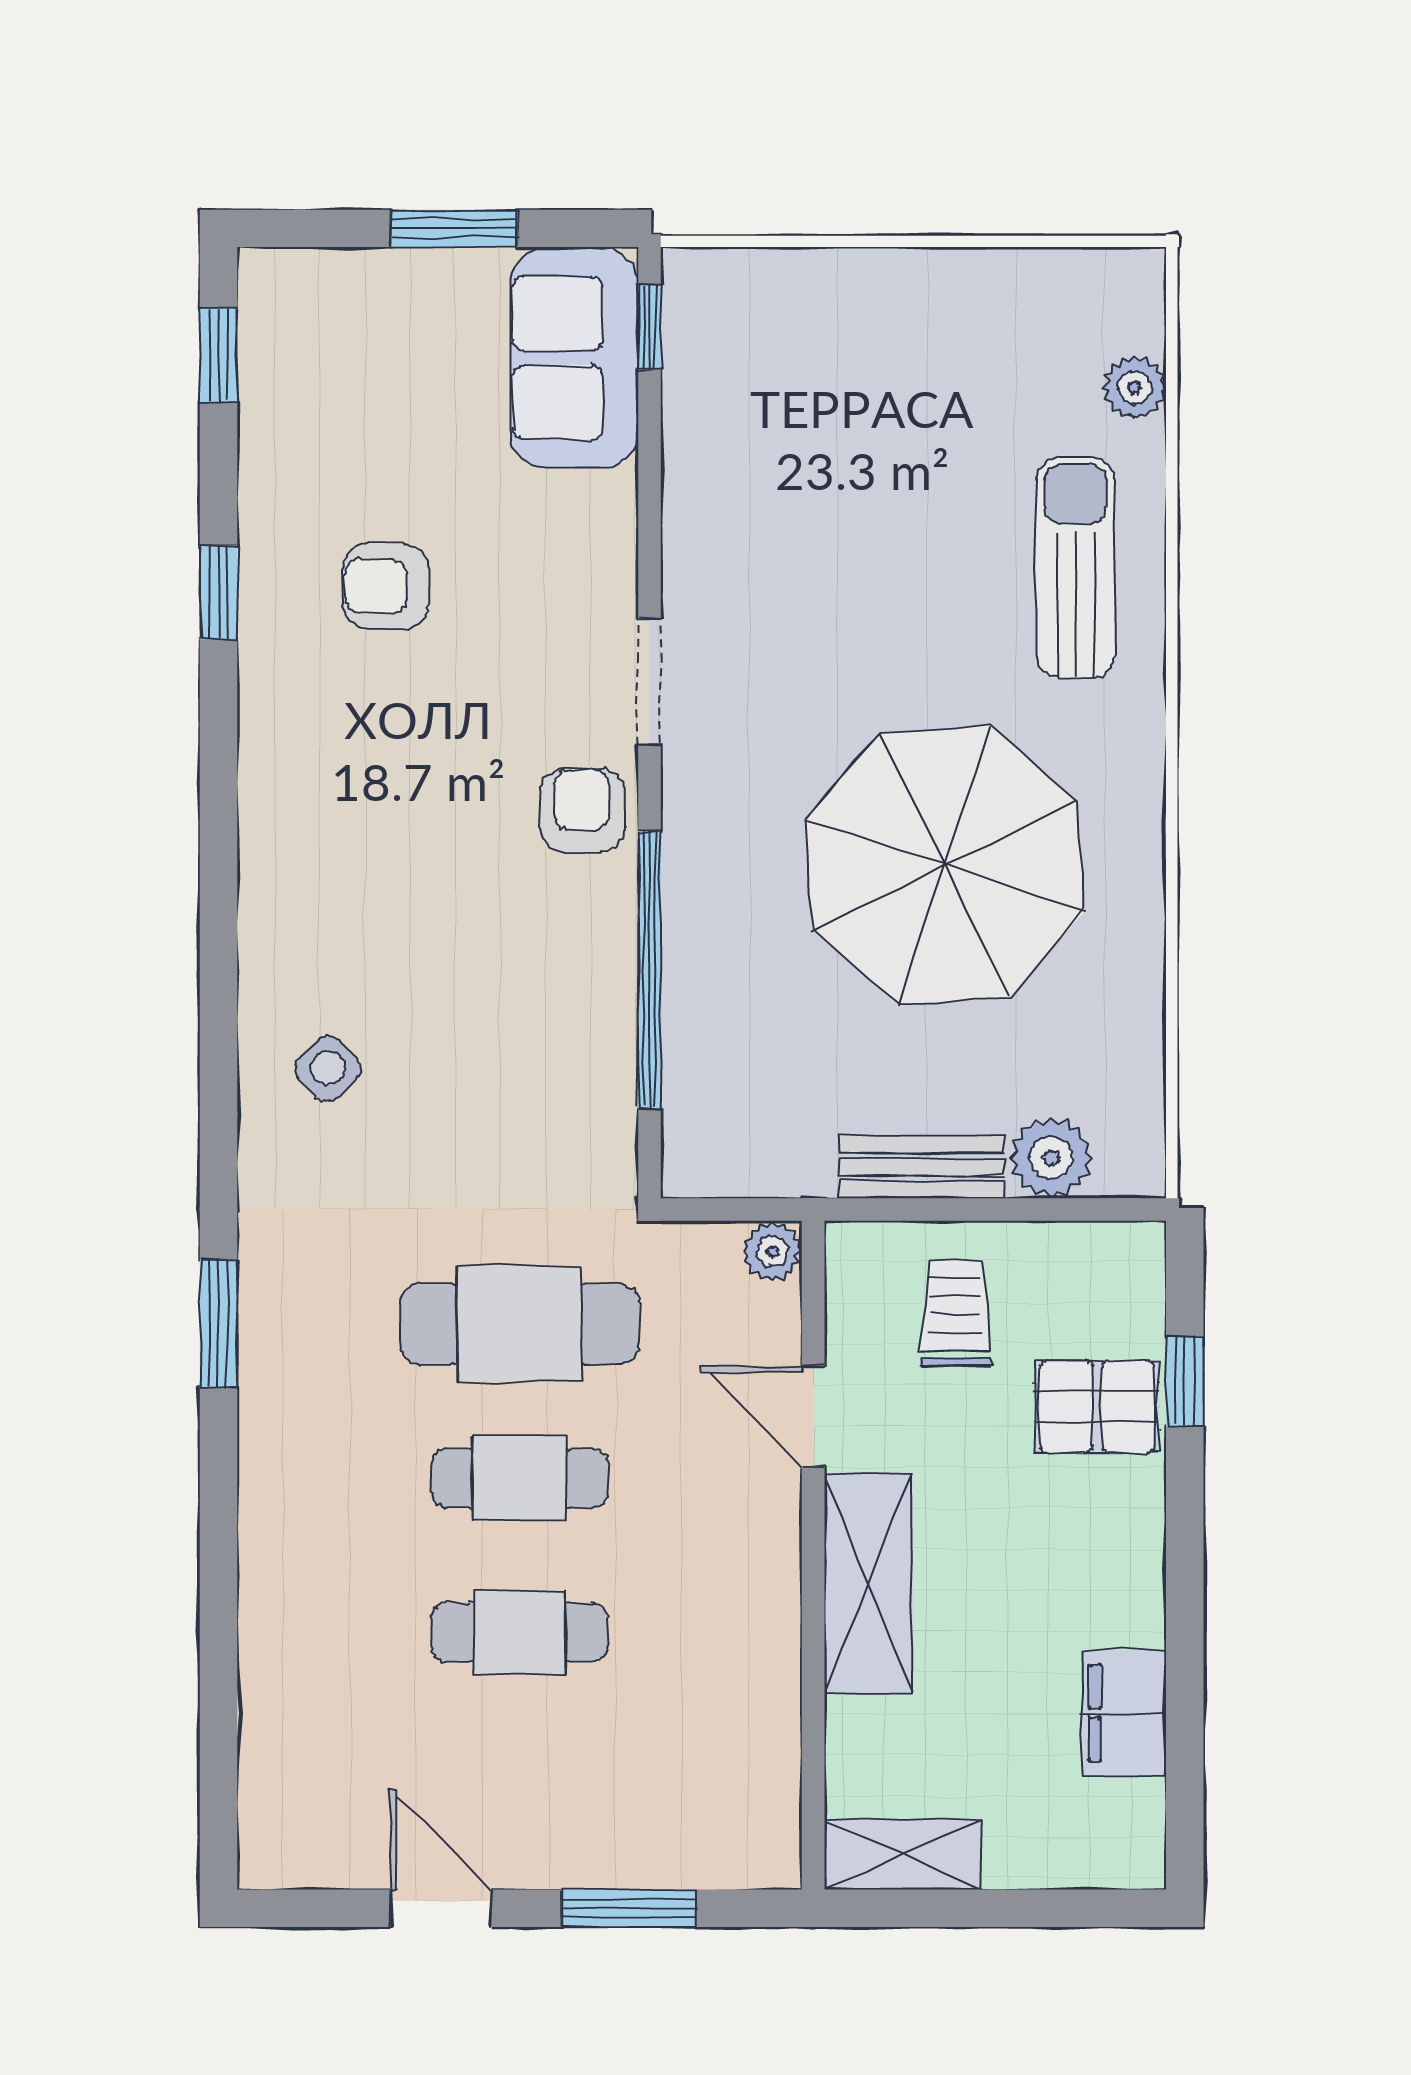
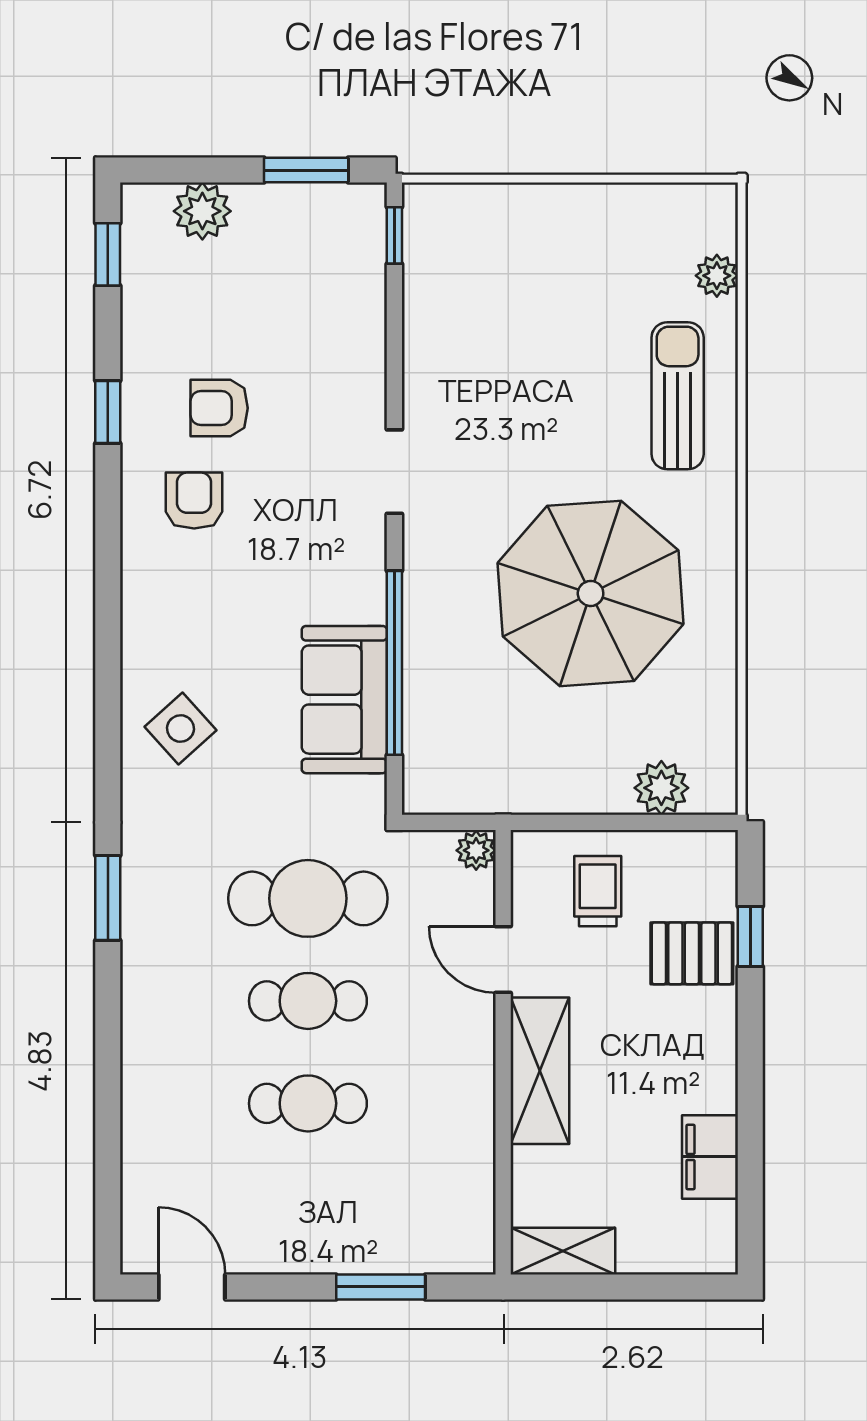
window: (454, 228) -> (306, 170), moved
plant: (361, 290) -> (202, 211), added
sofa: (574, 358) -> (344, 700), moved
armchair: (582, 810) -> (194, 501), moved
side table: (328, 1068) -> (181, 729), width x1.37, depth x1.37
bench: (922, 1167) -> (576, 794), removed
door: (441, 1908) -> (192, 1287), moved

